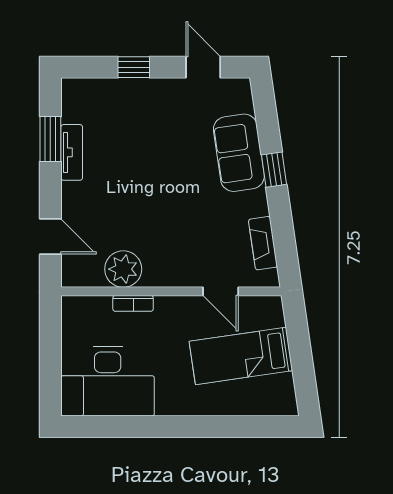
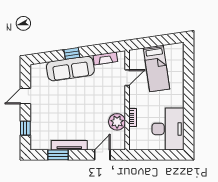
window: (134, 67) -> (25, 128), moved
door: (203, 67) -> (25, 96), moved
tv unit: (72, 152) -> (69, 145), width x1.41
sofa: (239, 153) -> (70, 68), width x1.36

